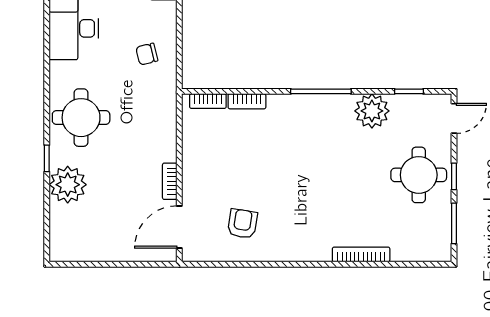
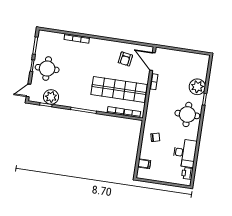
plant: (372, 111) -> (51, 97), moved
shop shelf: (247, 152) -> (119, 89), added
door: (179, 227) -> (152, 62), swing flipped

